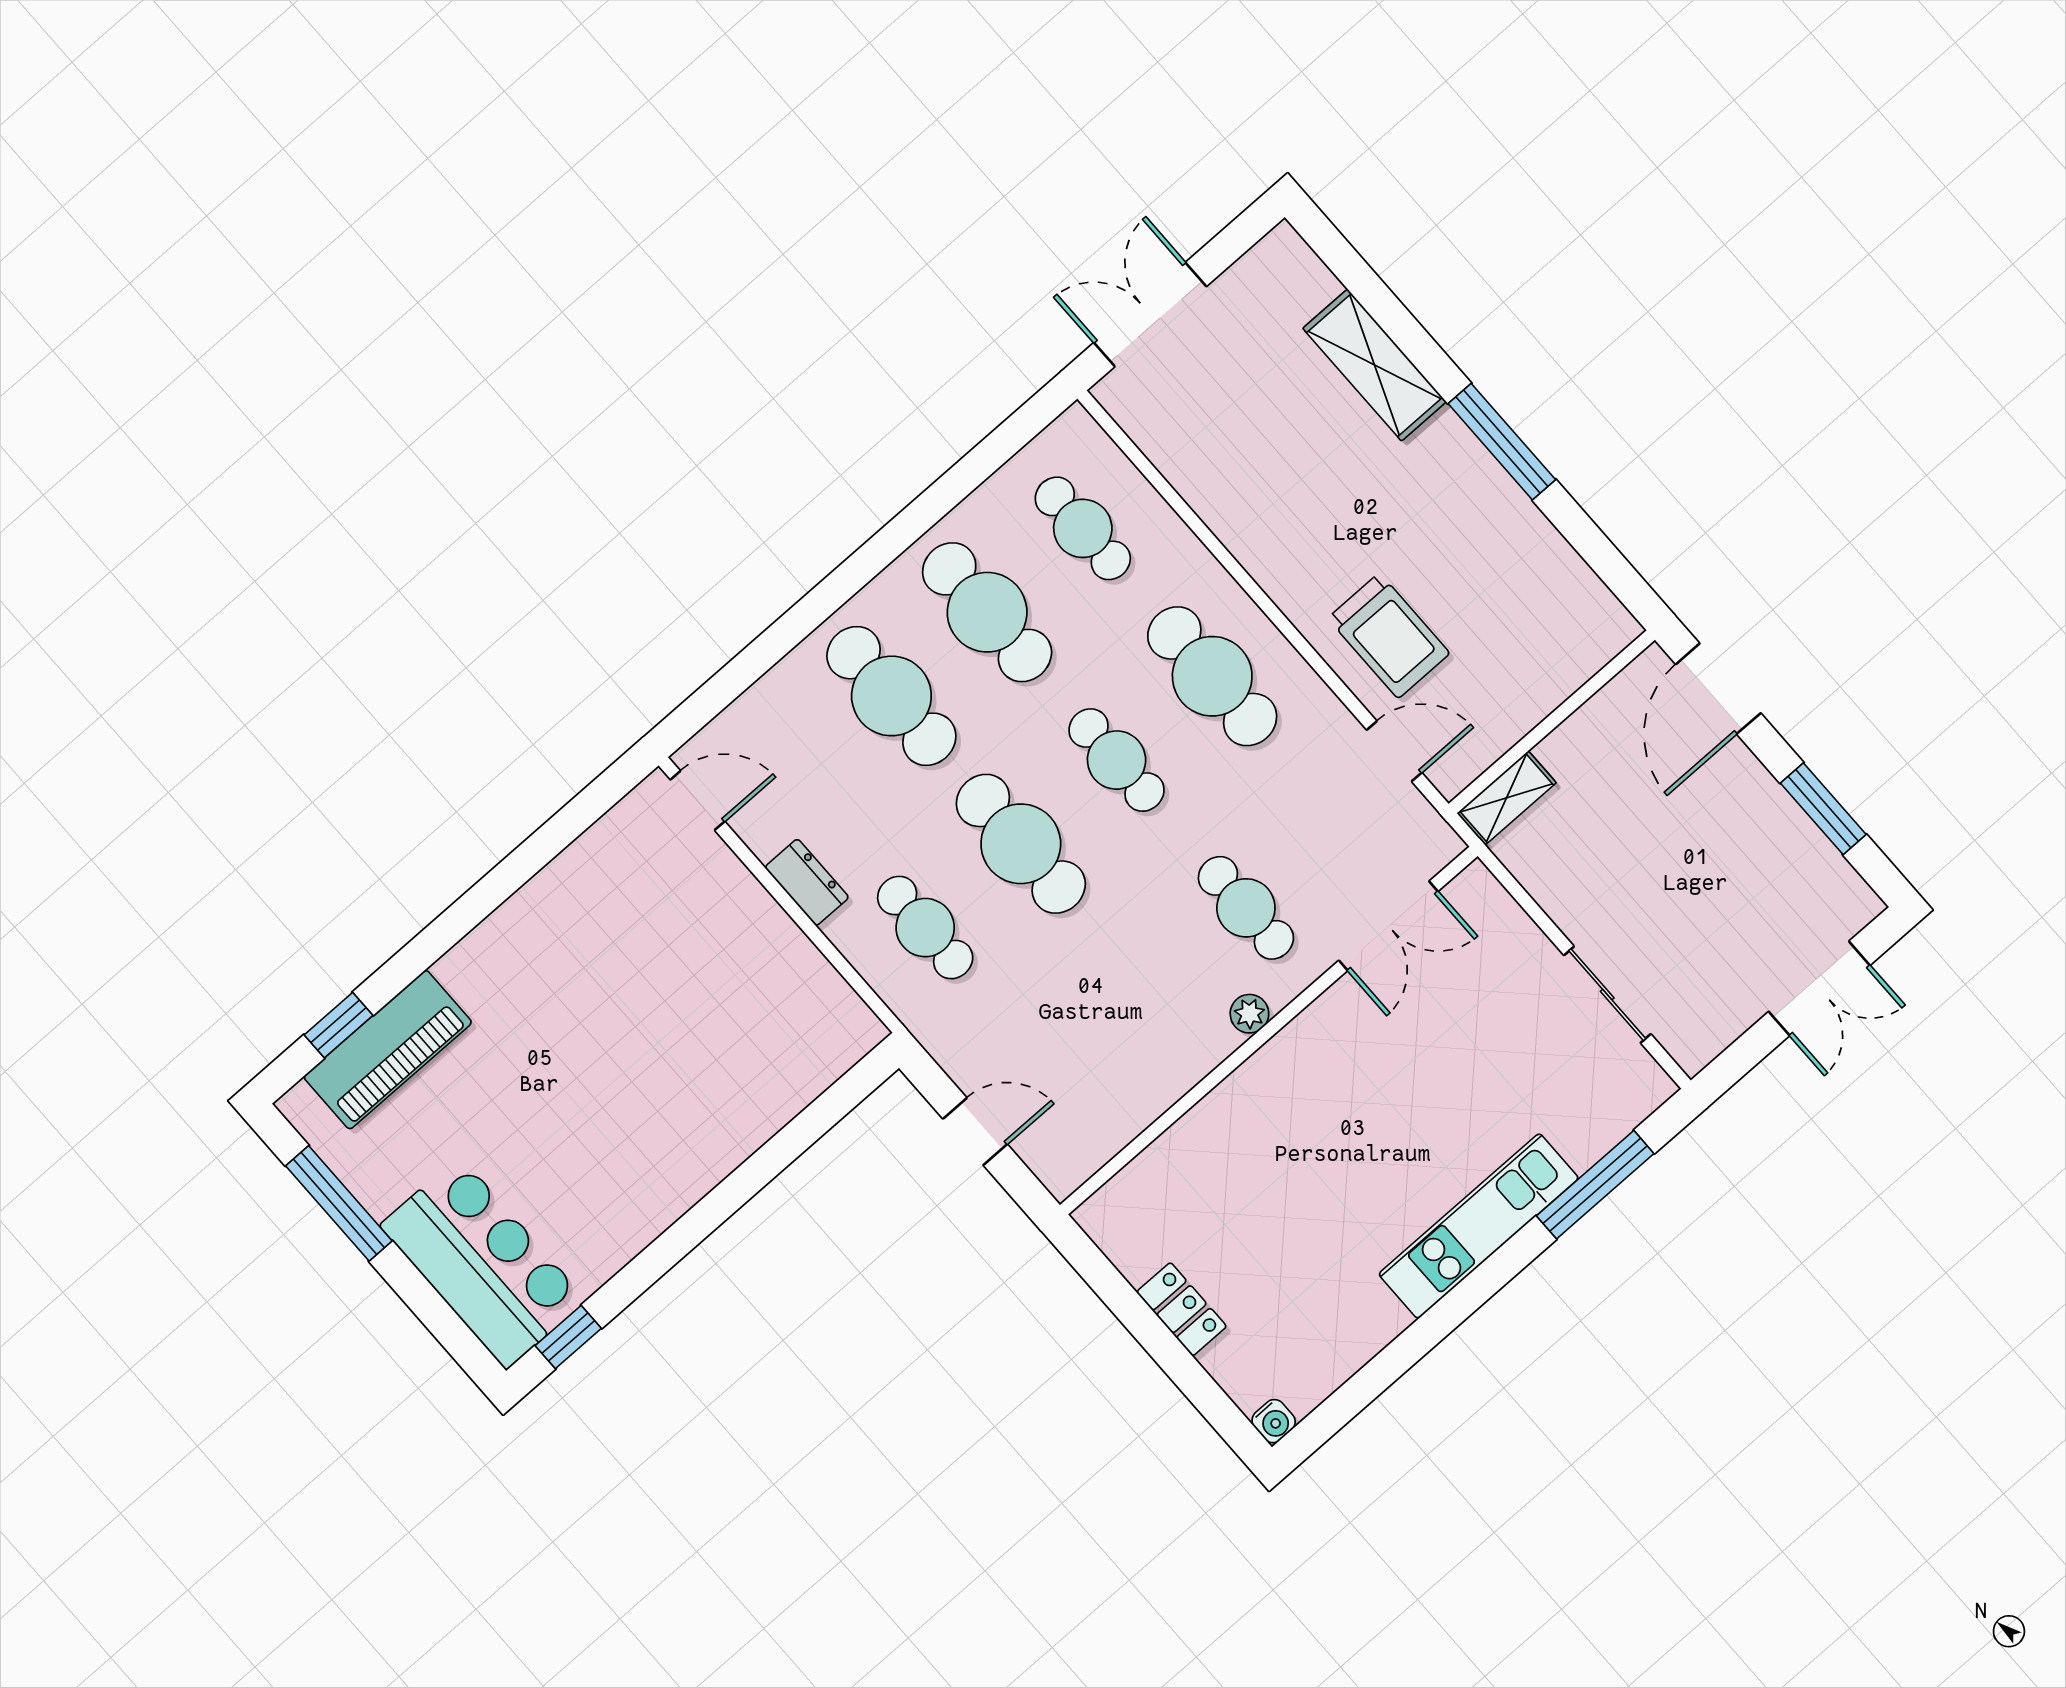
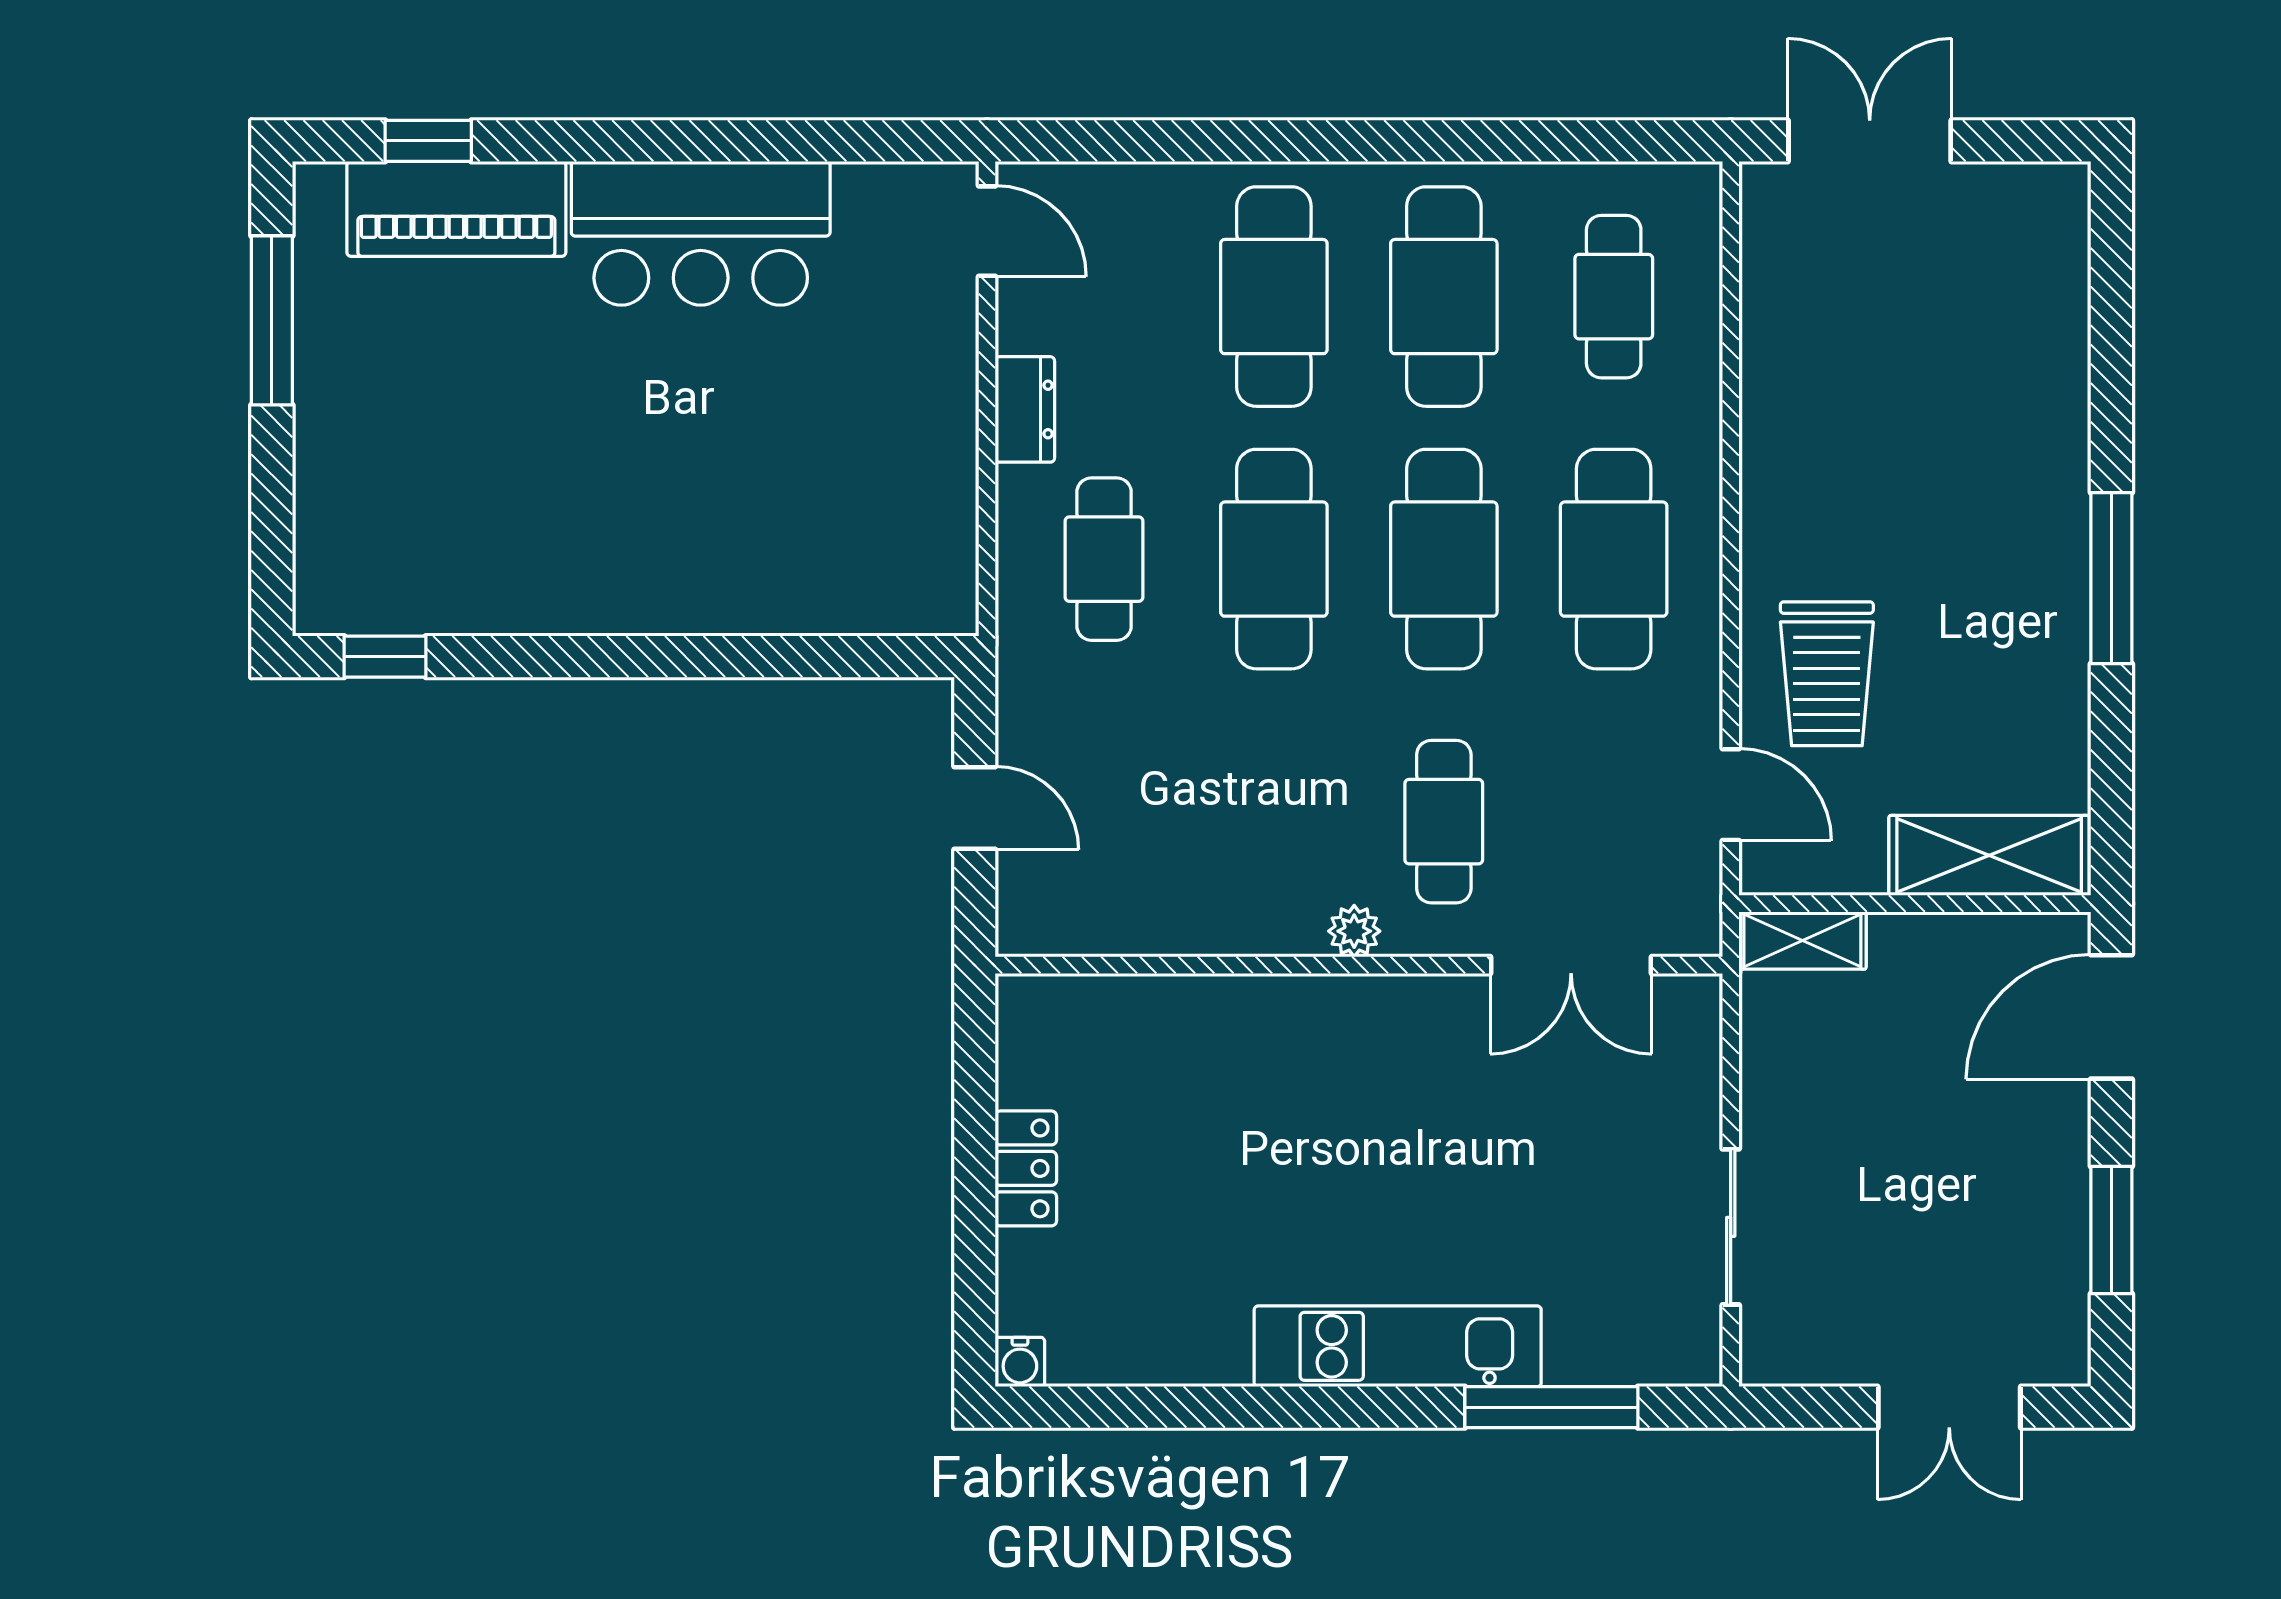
shelving: (1375, 365) -> (1989, 855), moved, turned 90
cafe table: (1117, 760) -> (1444, 559), width x1.37, depth x1.35
bar counter: (483, 1263) -> (701, 233), moved, turned 90

